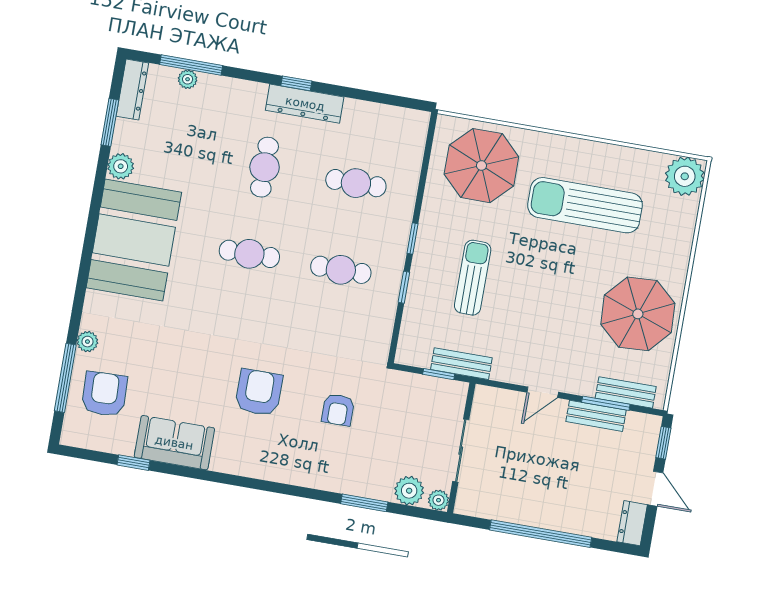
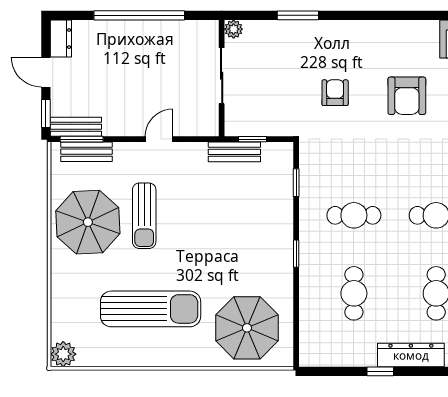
window: (296, 83) -> (380, 371), moved
plant: (685, 176) -> (63, 354), width x0.73, depth x0.73
cafe table: (356, 183) -> (354, 293), turned 90
sun lounger: (473, 278) -> (144, 216), moved
window: (404, 287) -> (296, 183), moved
window: (606, 403) -> (82, 139), moved
bench: (596, 416) -> (76, 127), moved
plant: (409, 491) -> (261, 33), removed

